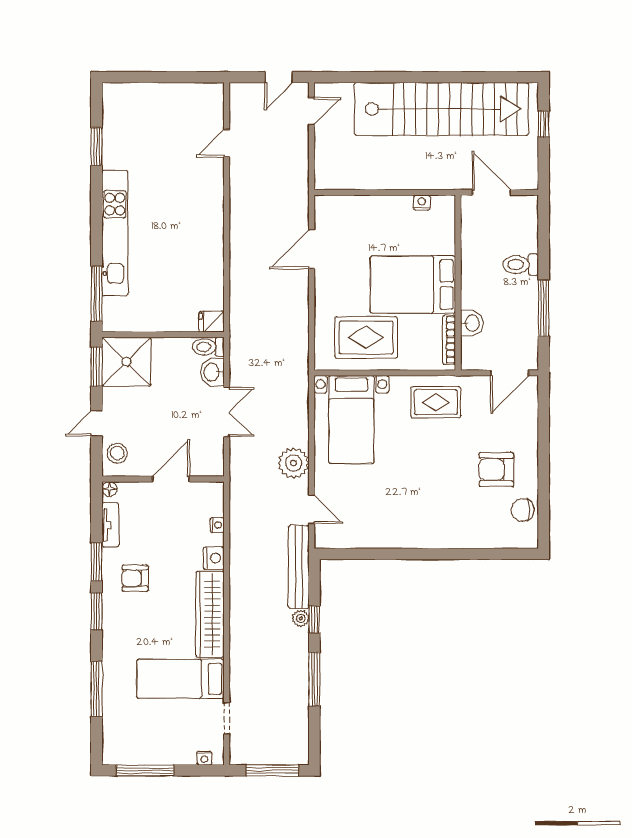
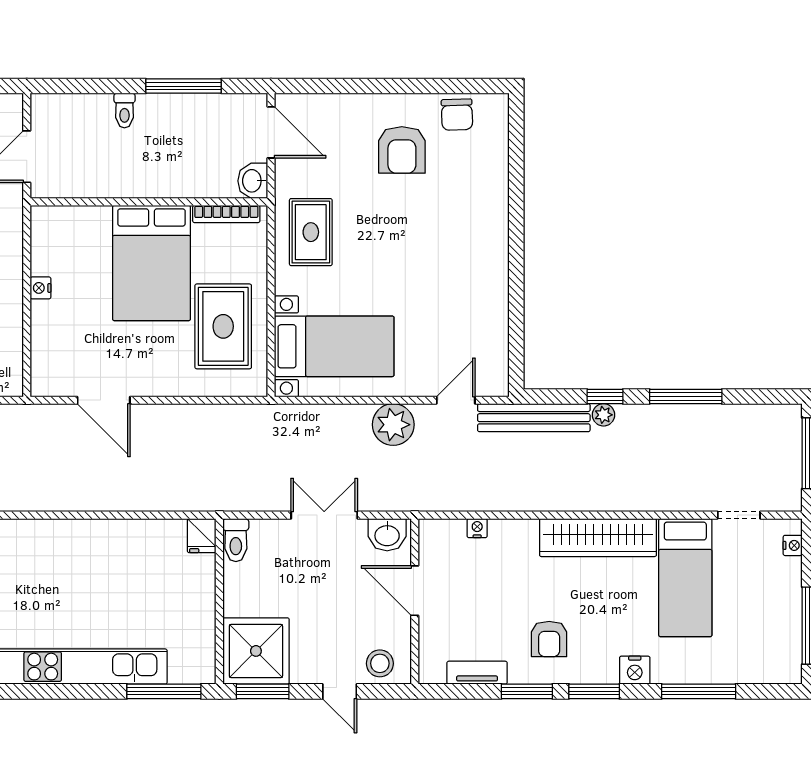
nightstand: (422, 203) -> (40, 288), moved
toilet: (521, 265) -> (124, 111), width x0.73, depth x0.72
washbasin: (472, 323) -> (253, 181), moved, turned -90
washbasin: (212, 372) -> (387, 535), moved
floor lamp: (109, 489) -> (428, 674), removed
nightstand: (214, 558) -> (635, 670), moved, turned 180

